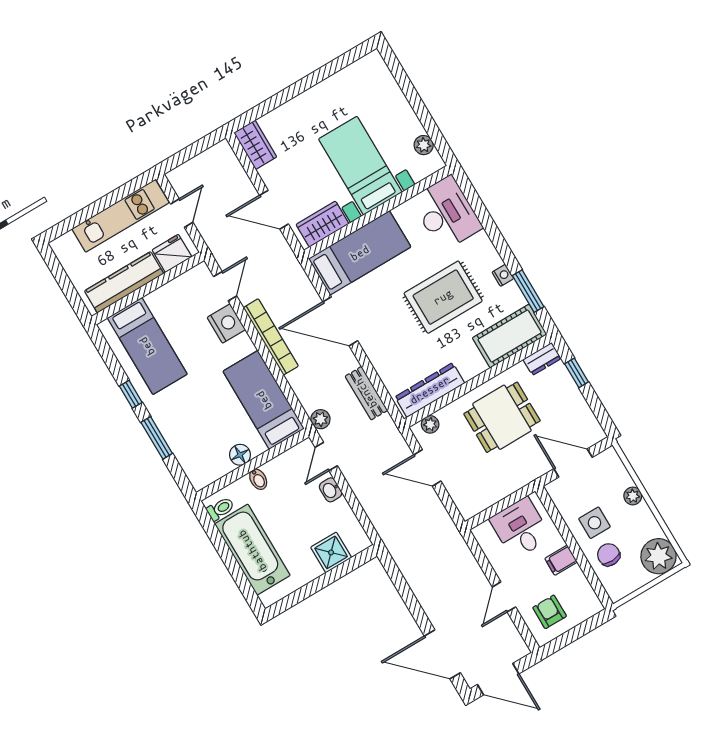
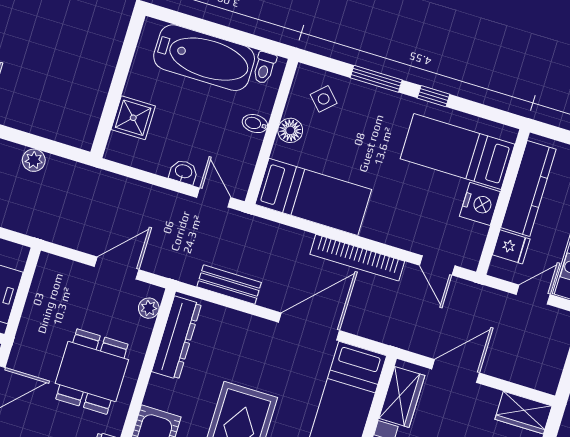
door: (182, 213) -> (533, 295), swing flipped
fridge: (172, 253) -> (511, 247), width x0.72
nightstand: (226, 324) -> (480, 204), moved, turned -90
plant: (320, 419) -> (34, 160), moved
side table: (201, 455) -> (324, 99), added

